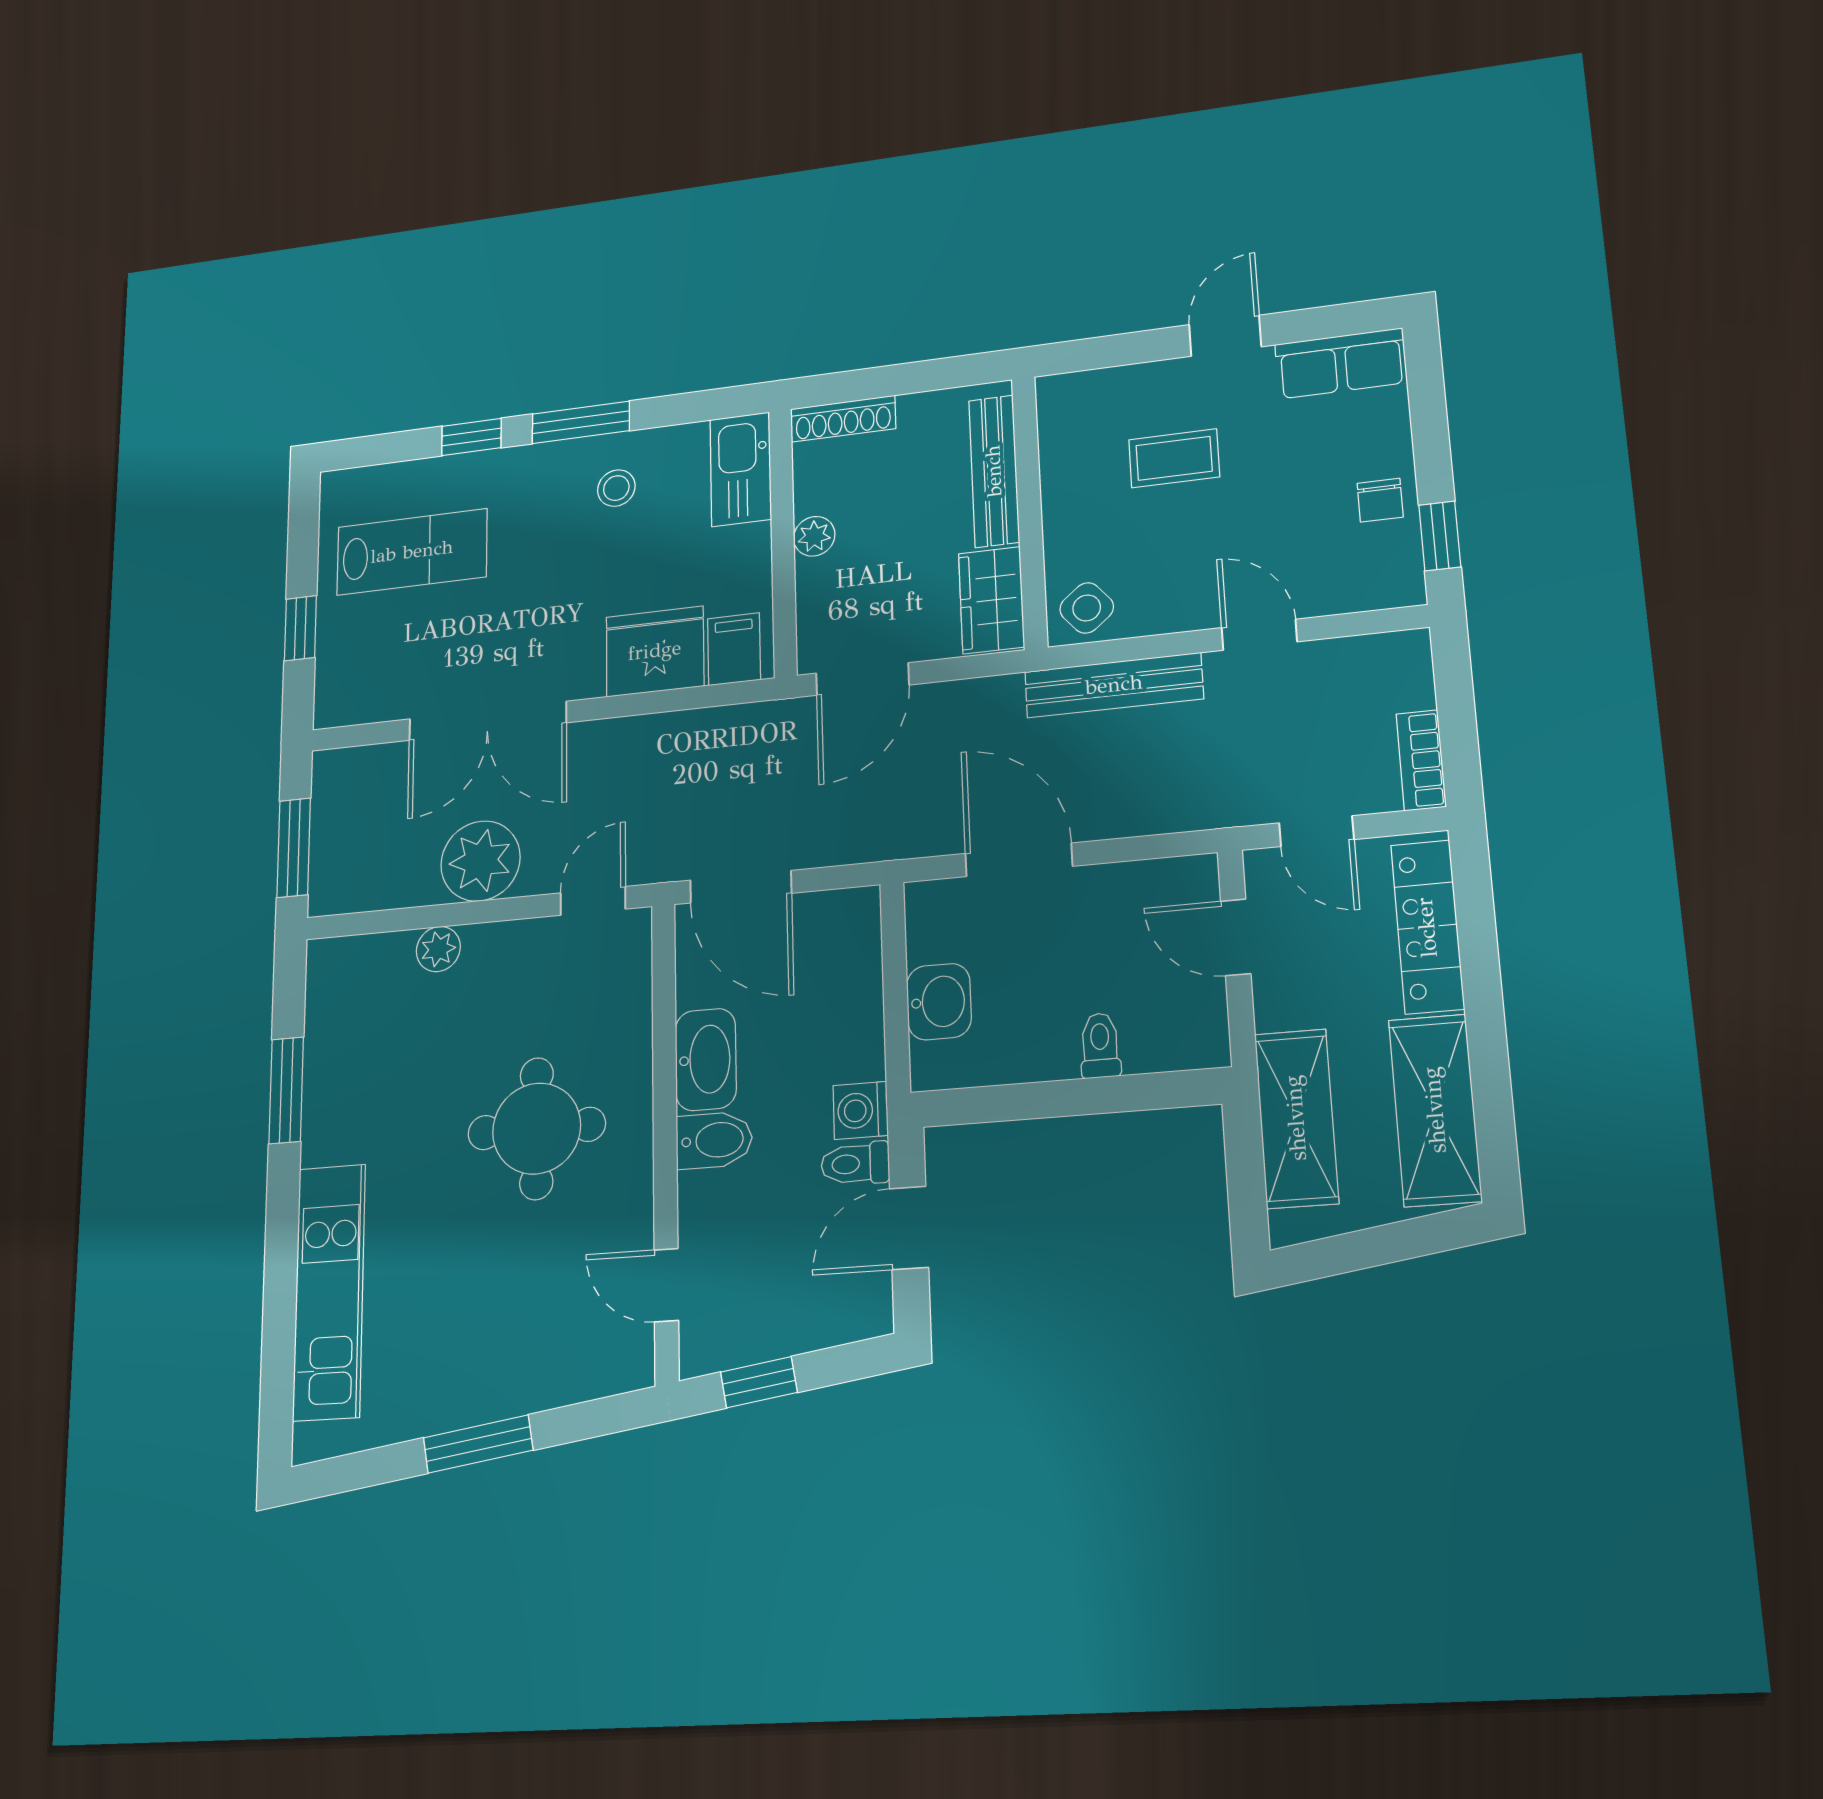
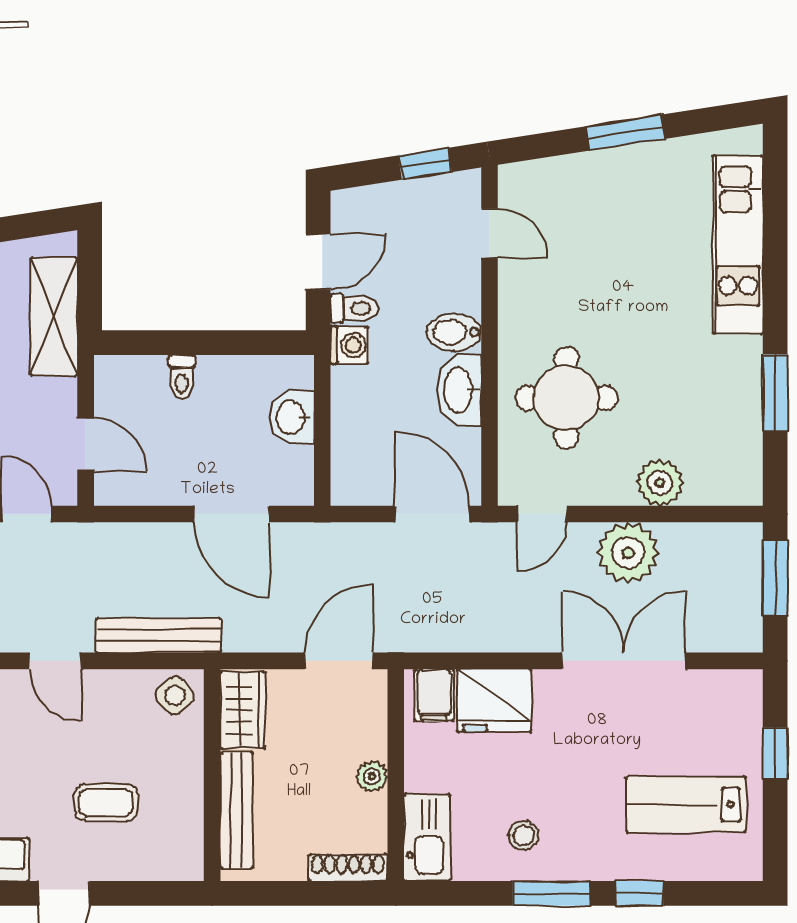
plant: (438, 949) -> (660, 483), width x1.38, depth x1.38
round table: (537, 1128) -> (566, 398), moved

